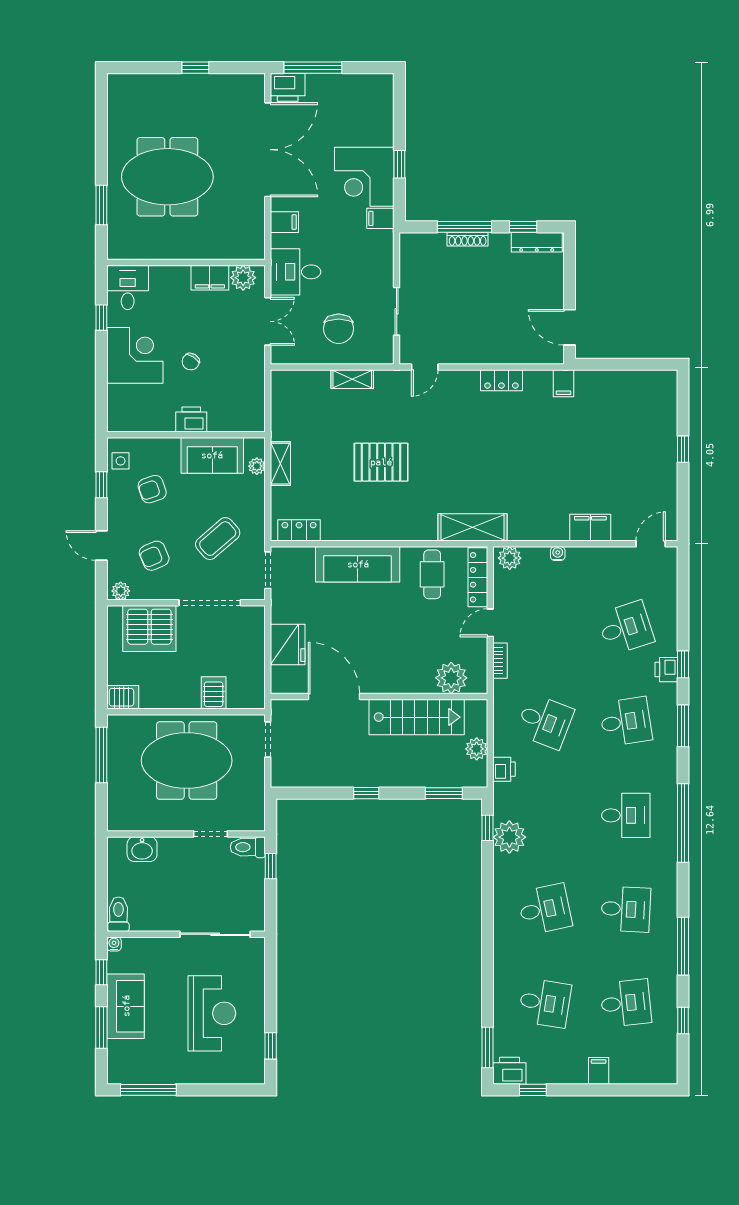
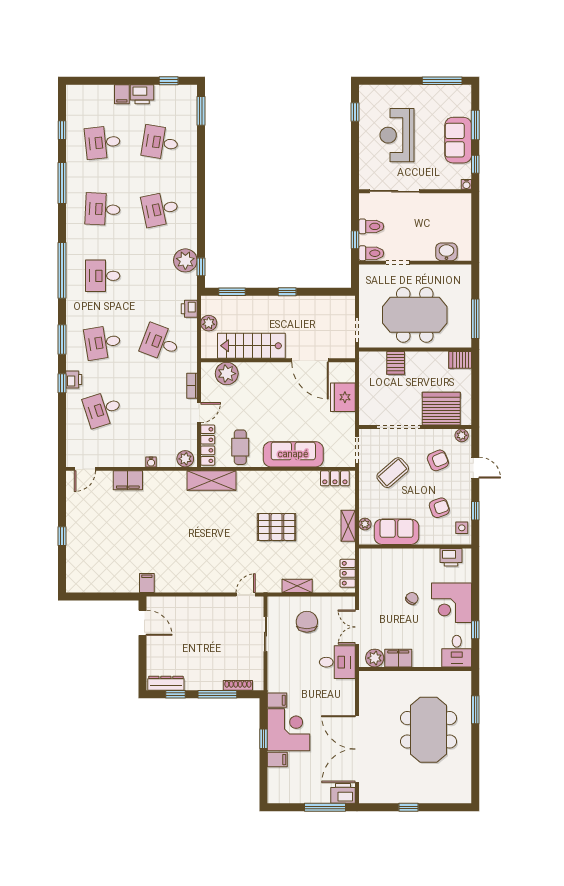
meeting table: (167, 177) -> (428, 730), turned 90
filing cabinet: (284, 222) -> (277, 760), moved, turned 180
shoe rack: (468, 239) -> (238, 685), moved
locker: (501, 380) -> (348, 573), moved, turned -90
printer: (191, 419) -> (451, 557), moved
toilet: (118, 914) -> (371, 226), moved, turned -90
printer: (509, 1071) -> (142, 94), moved

